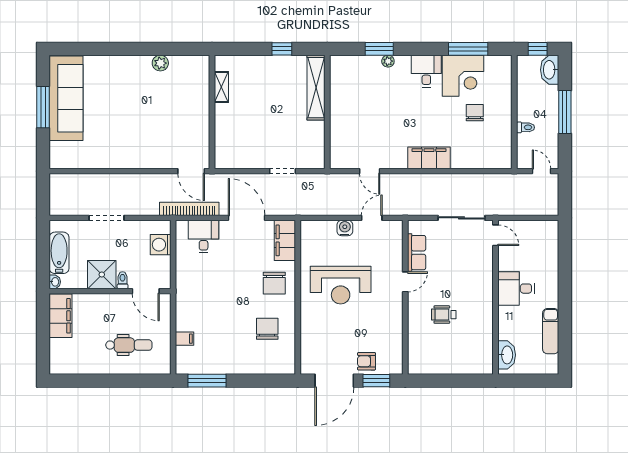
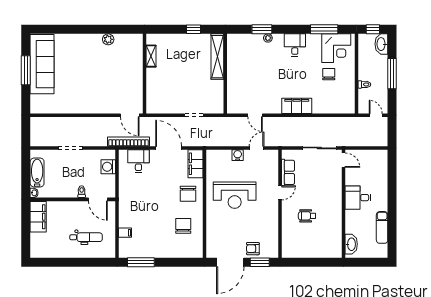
corner desk: (463, 76) -> (336, 48), moved
shower: (102, 275) -> (67, 188), removed

